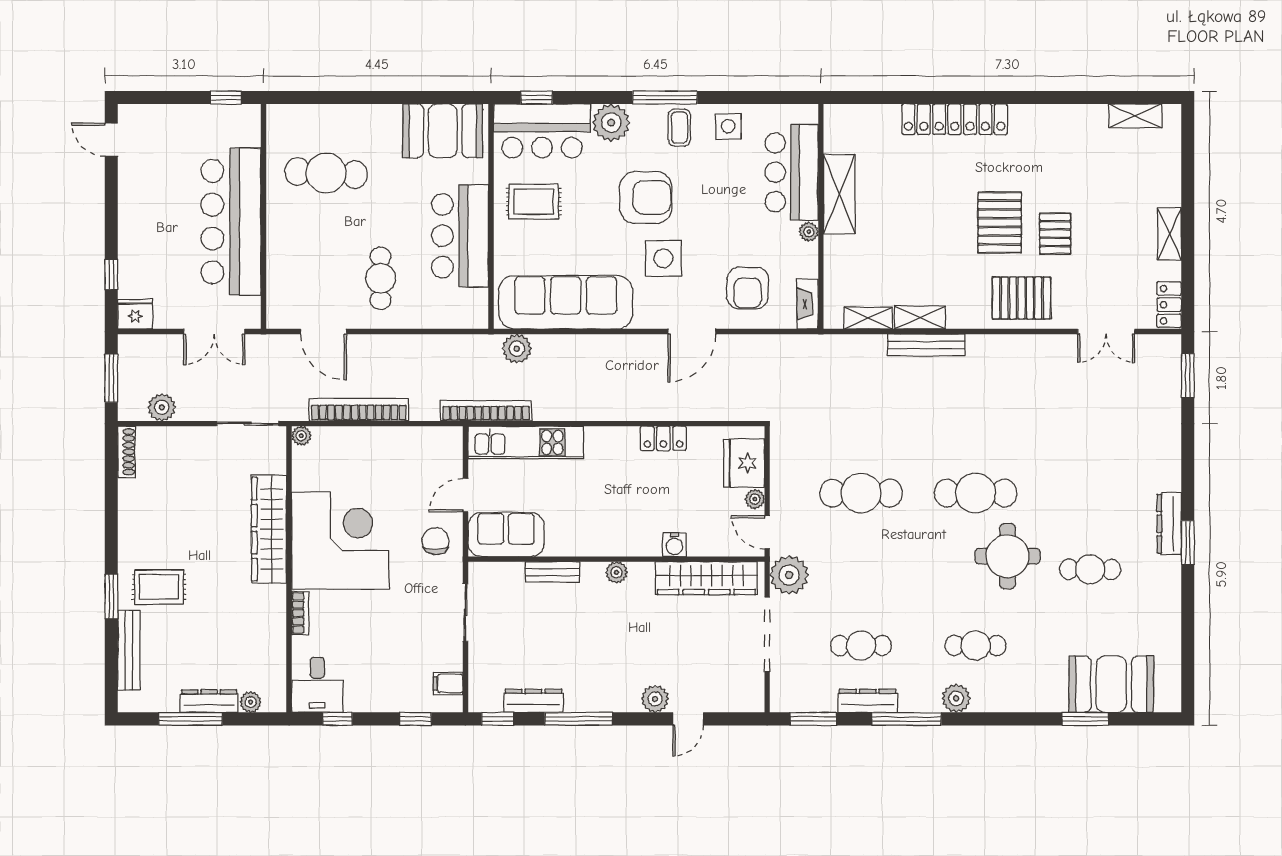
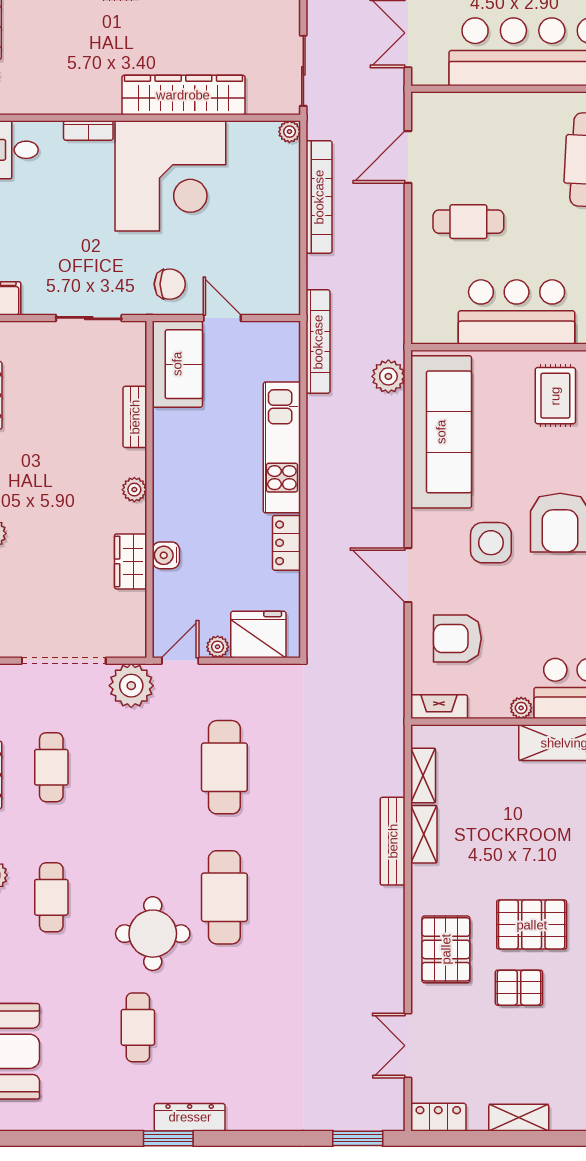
kitchen unit: (526, 442) -> (282, 447), moved
wardrobe: (706, 578) -> (131, 561), width x0.48, depth x0.85

